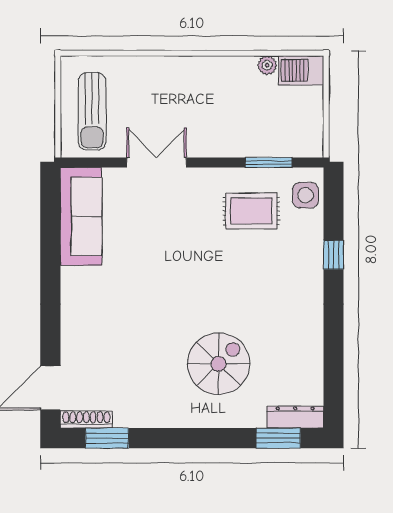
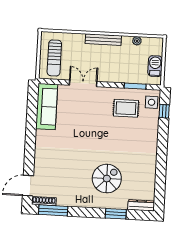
bench: (195, 66) -> (103, 40), added
barbecue: (301, 70) -> (155, 66), moved, turned 90
window: (334, 255) -> (164, 111), moved
window: (107, 438) -> (53, 210), width x1.44
window: (278, 438) -> (116, 214), moved

